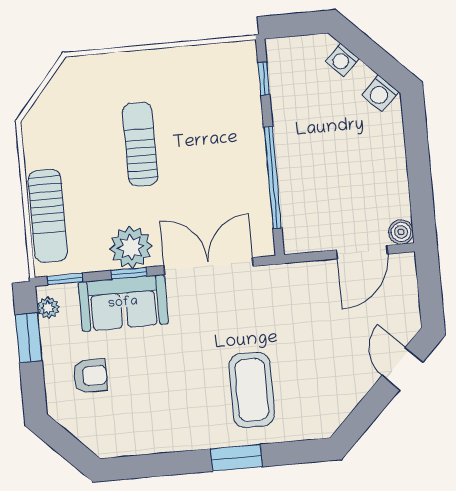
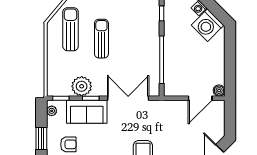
washing machine: (380, 93) -> (208, 25), width x1.89, depth x1.89
sun lounger: (48, 216) -> (71, 29), moved, turned 180
plant: (131, 247) -> (82, 86), moved
window: (29, 338) -> (41, 138), moved

